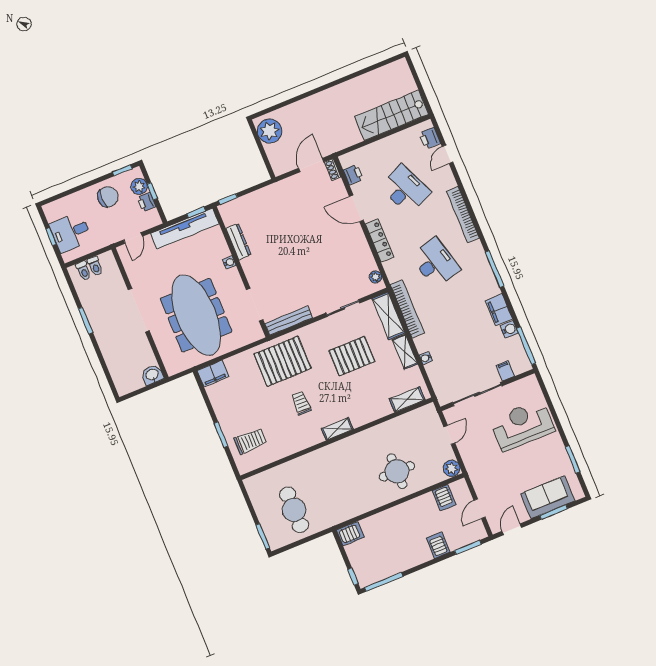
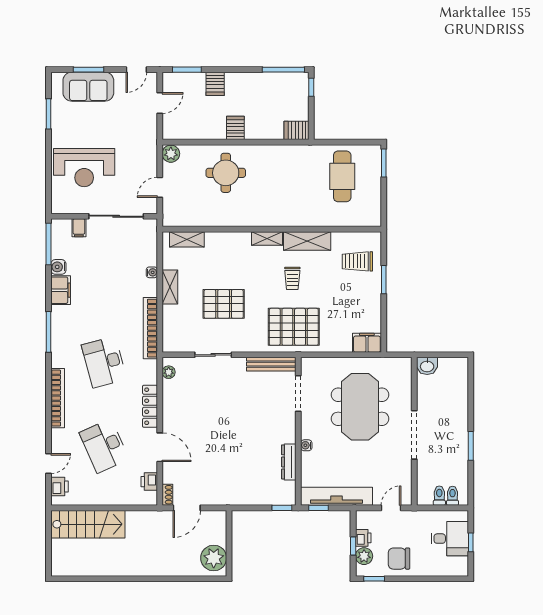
meeting table: (196, 315) -> (360, 407), width x0.73
shelving: (388, 316) -> (307, 241), moved, turned 90
server rack: (444, 498) -> (235, 128), moved

